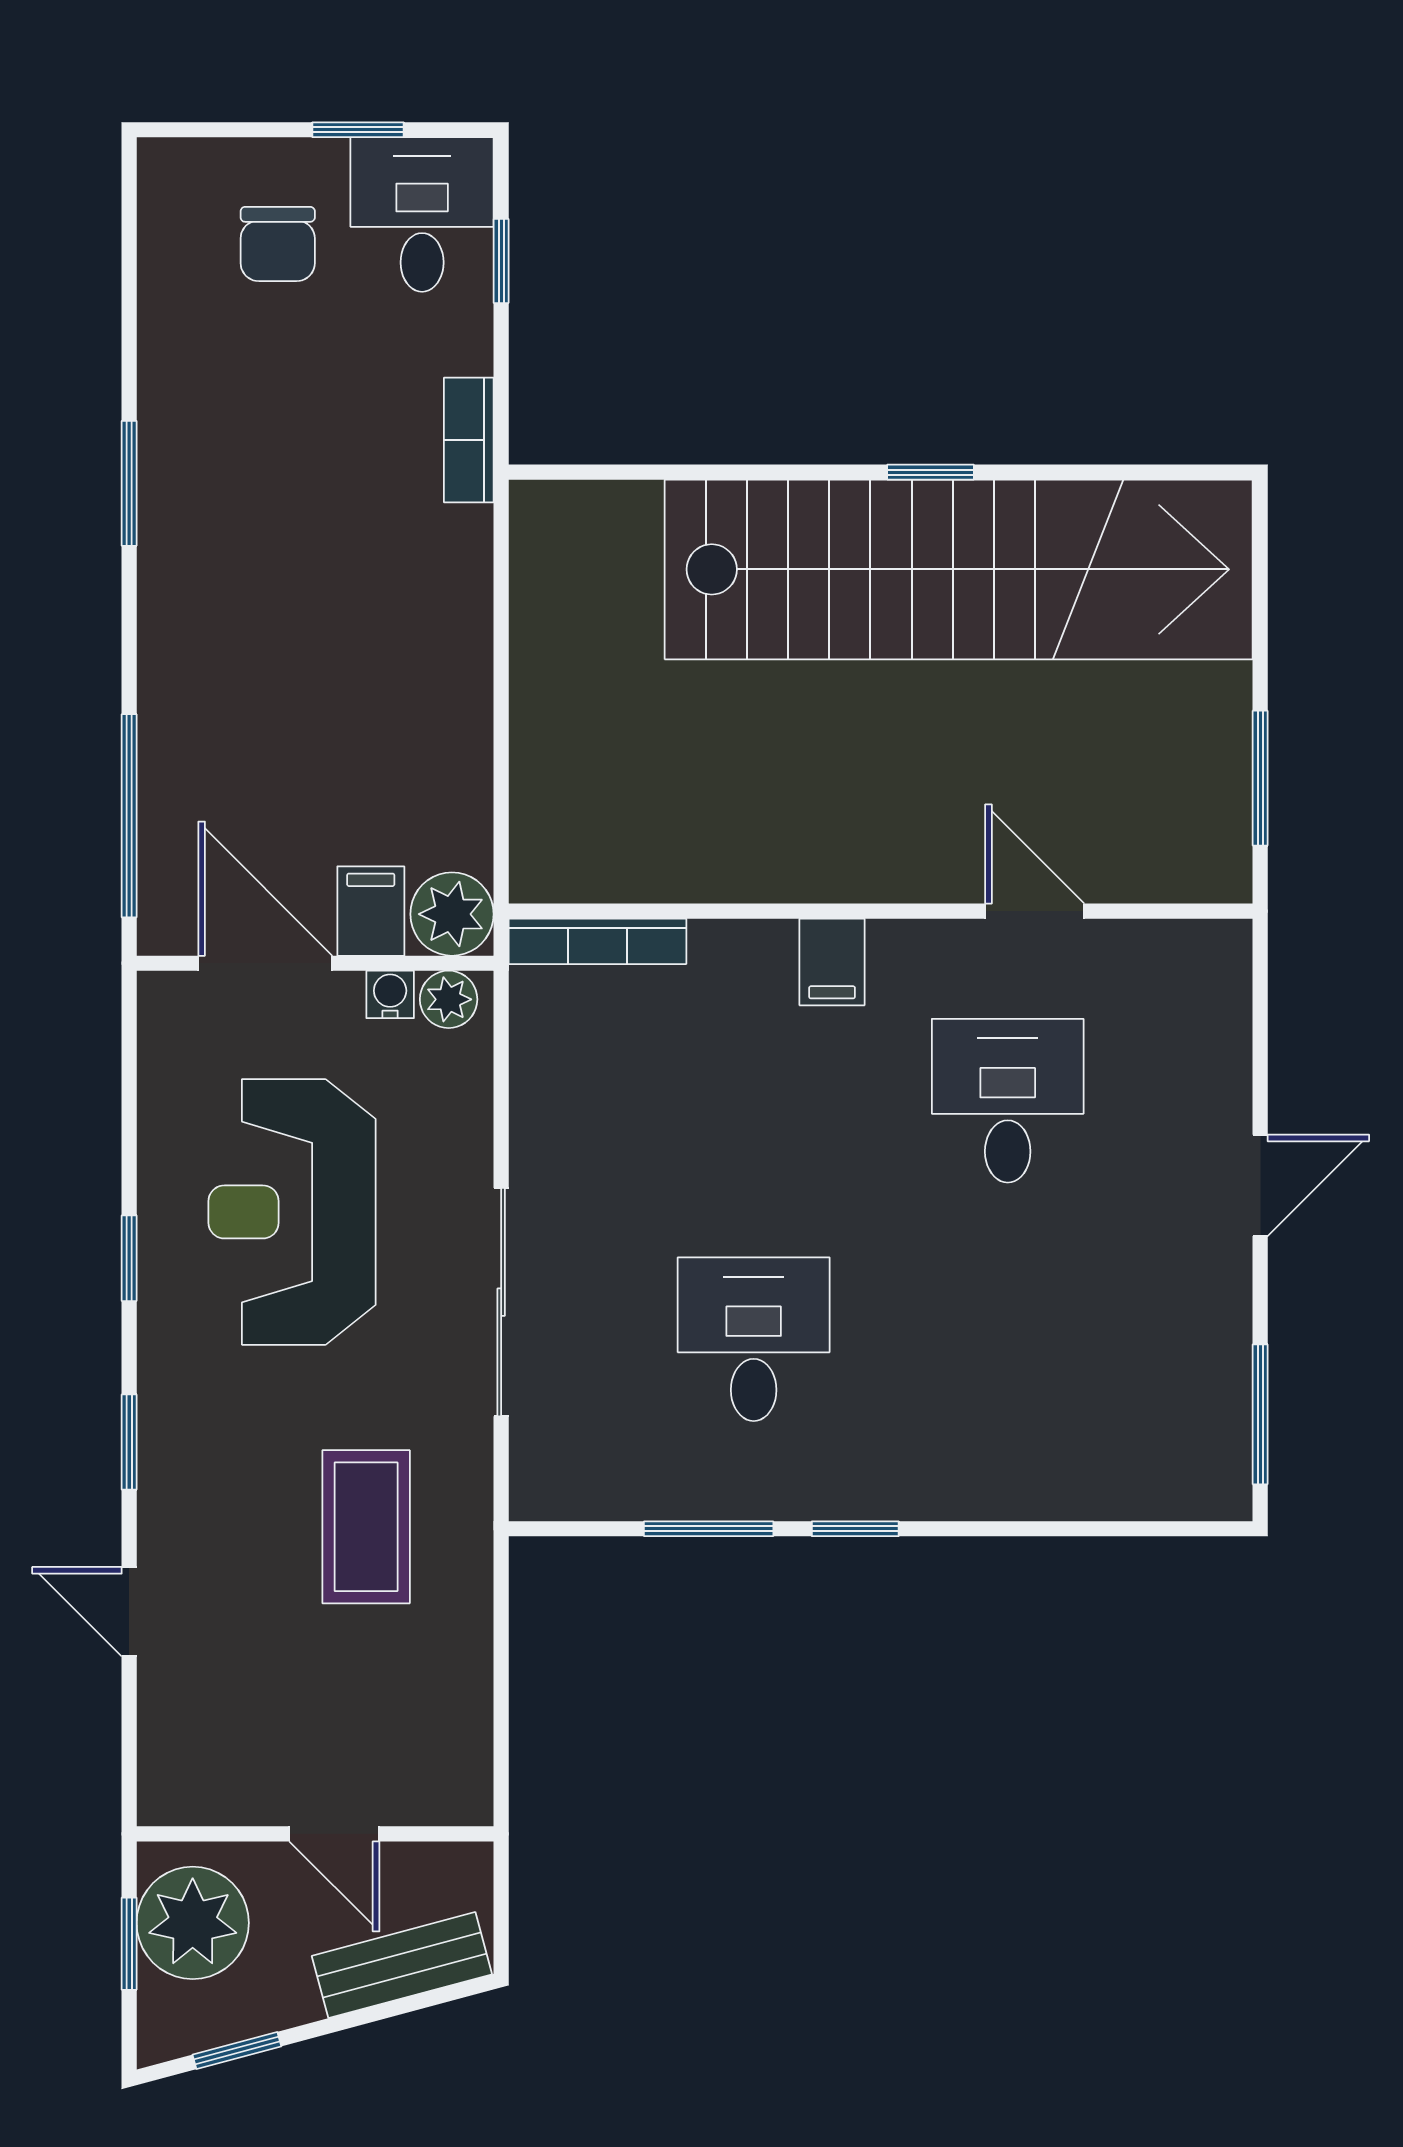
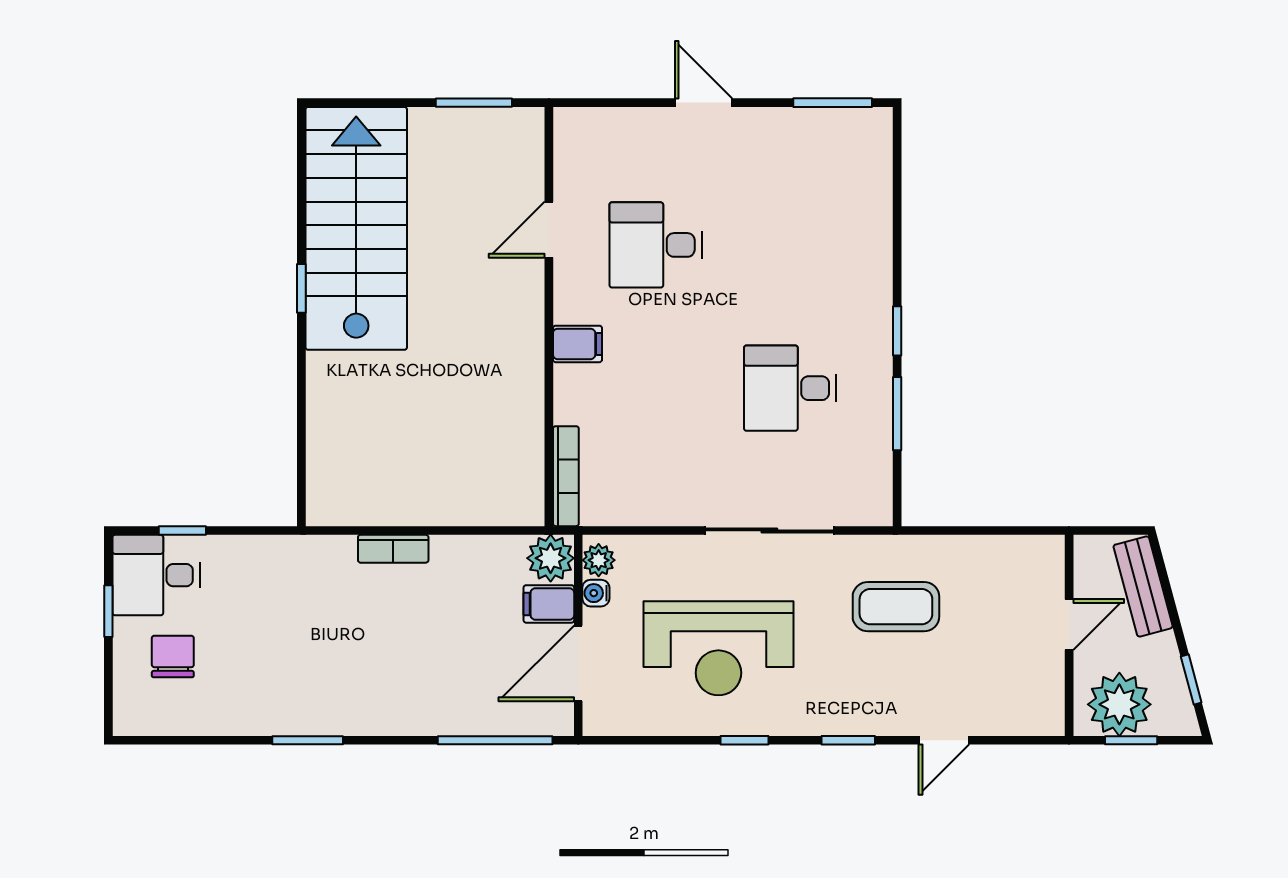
chair: (278, 244) -> (173, 656), turned -90
bookcase: (469, 440) -> (393, 549), moved
stairs: (959, 569) -> (356, 228), width x0.73

